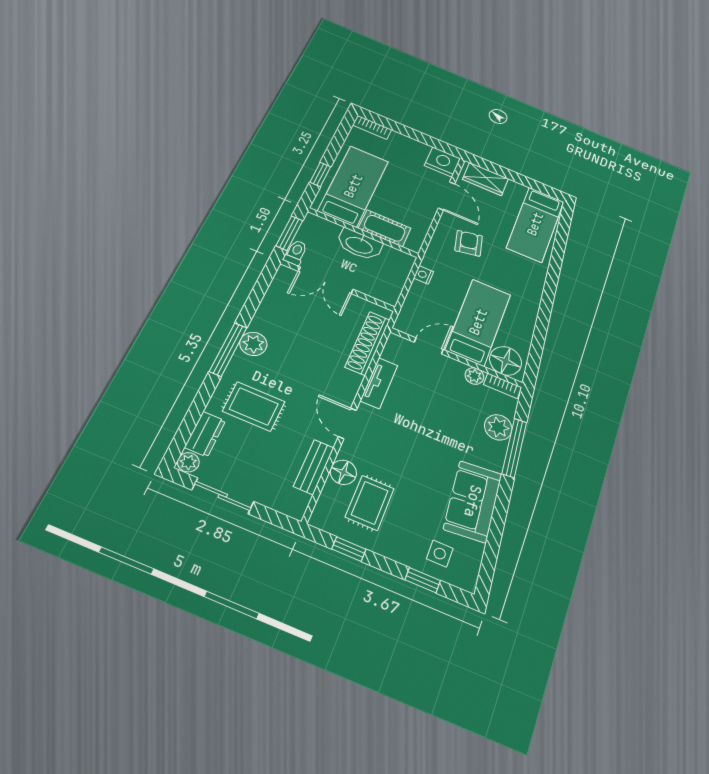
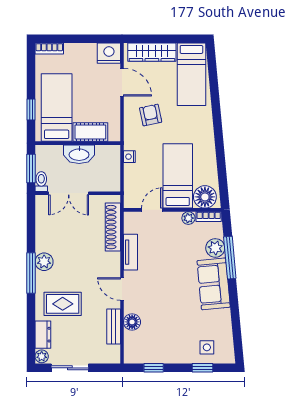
wardrobe: (486, 179) -> (152, 52), width x1.50
sofa: (473, 501) -> (214, 284), moved
rug: (370, 503) -> (155, 334), removed

